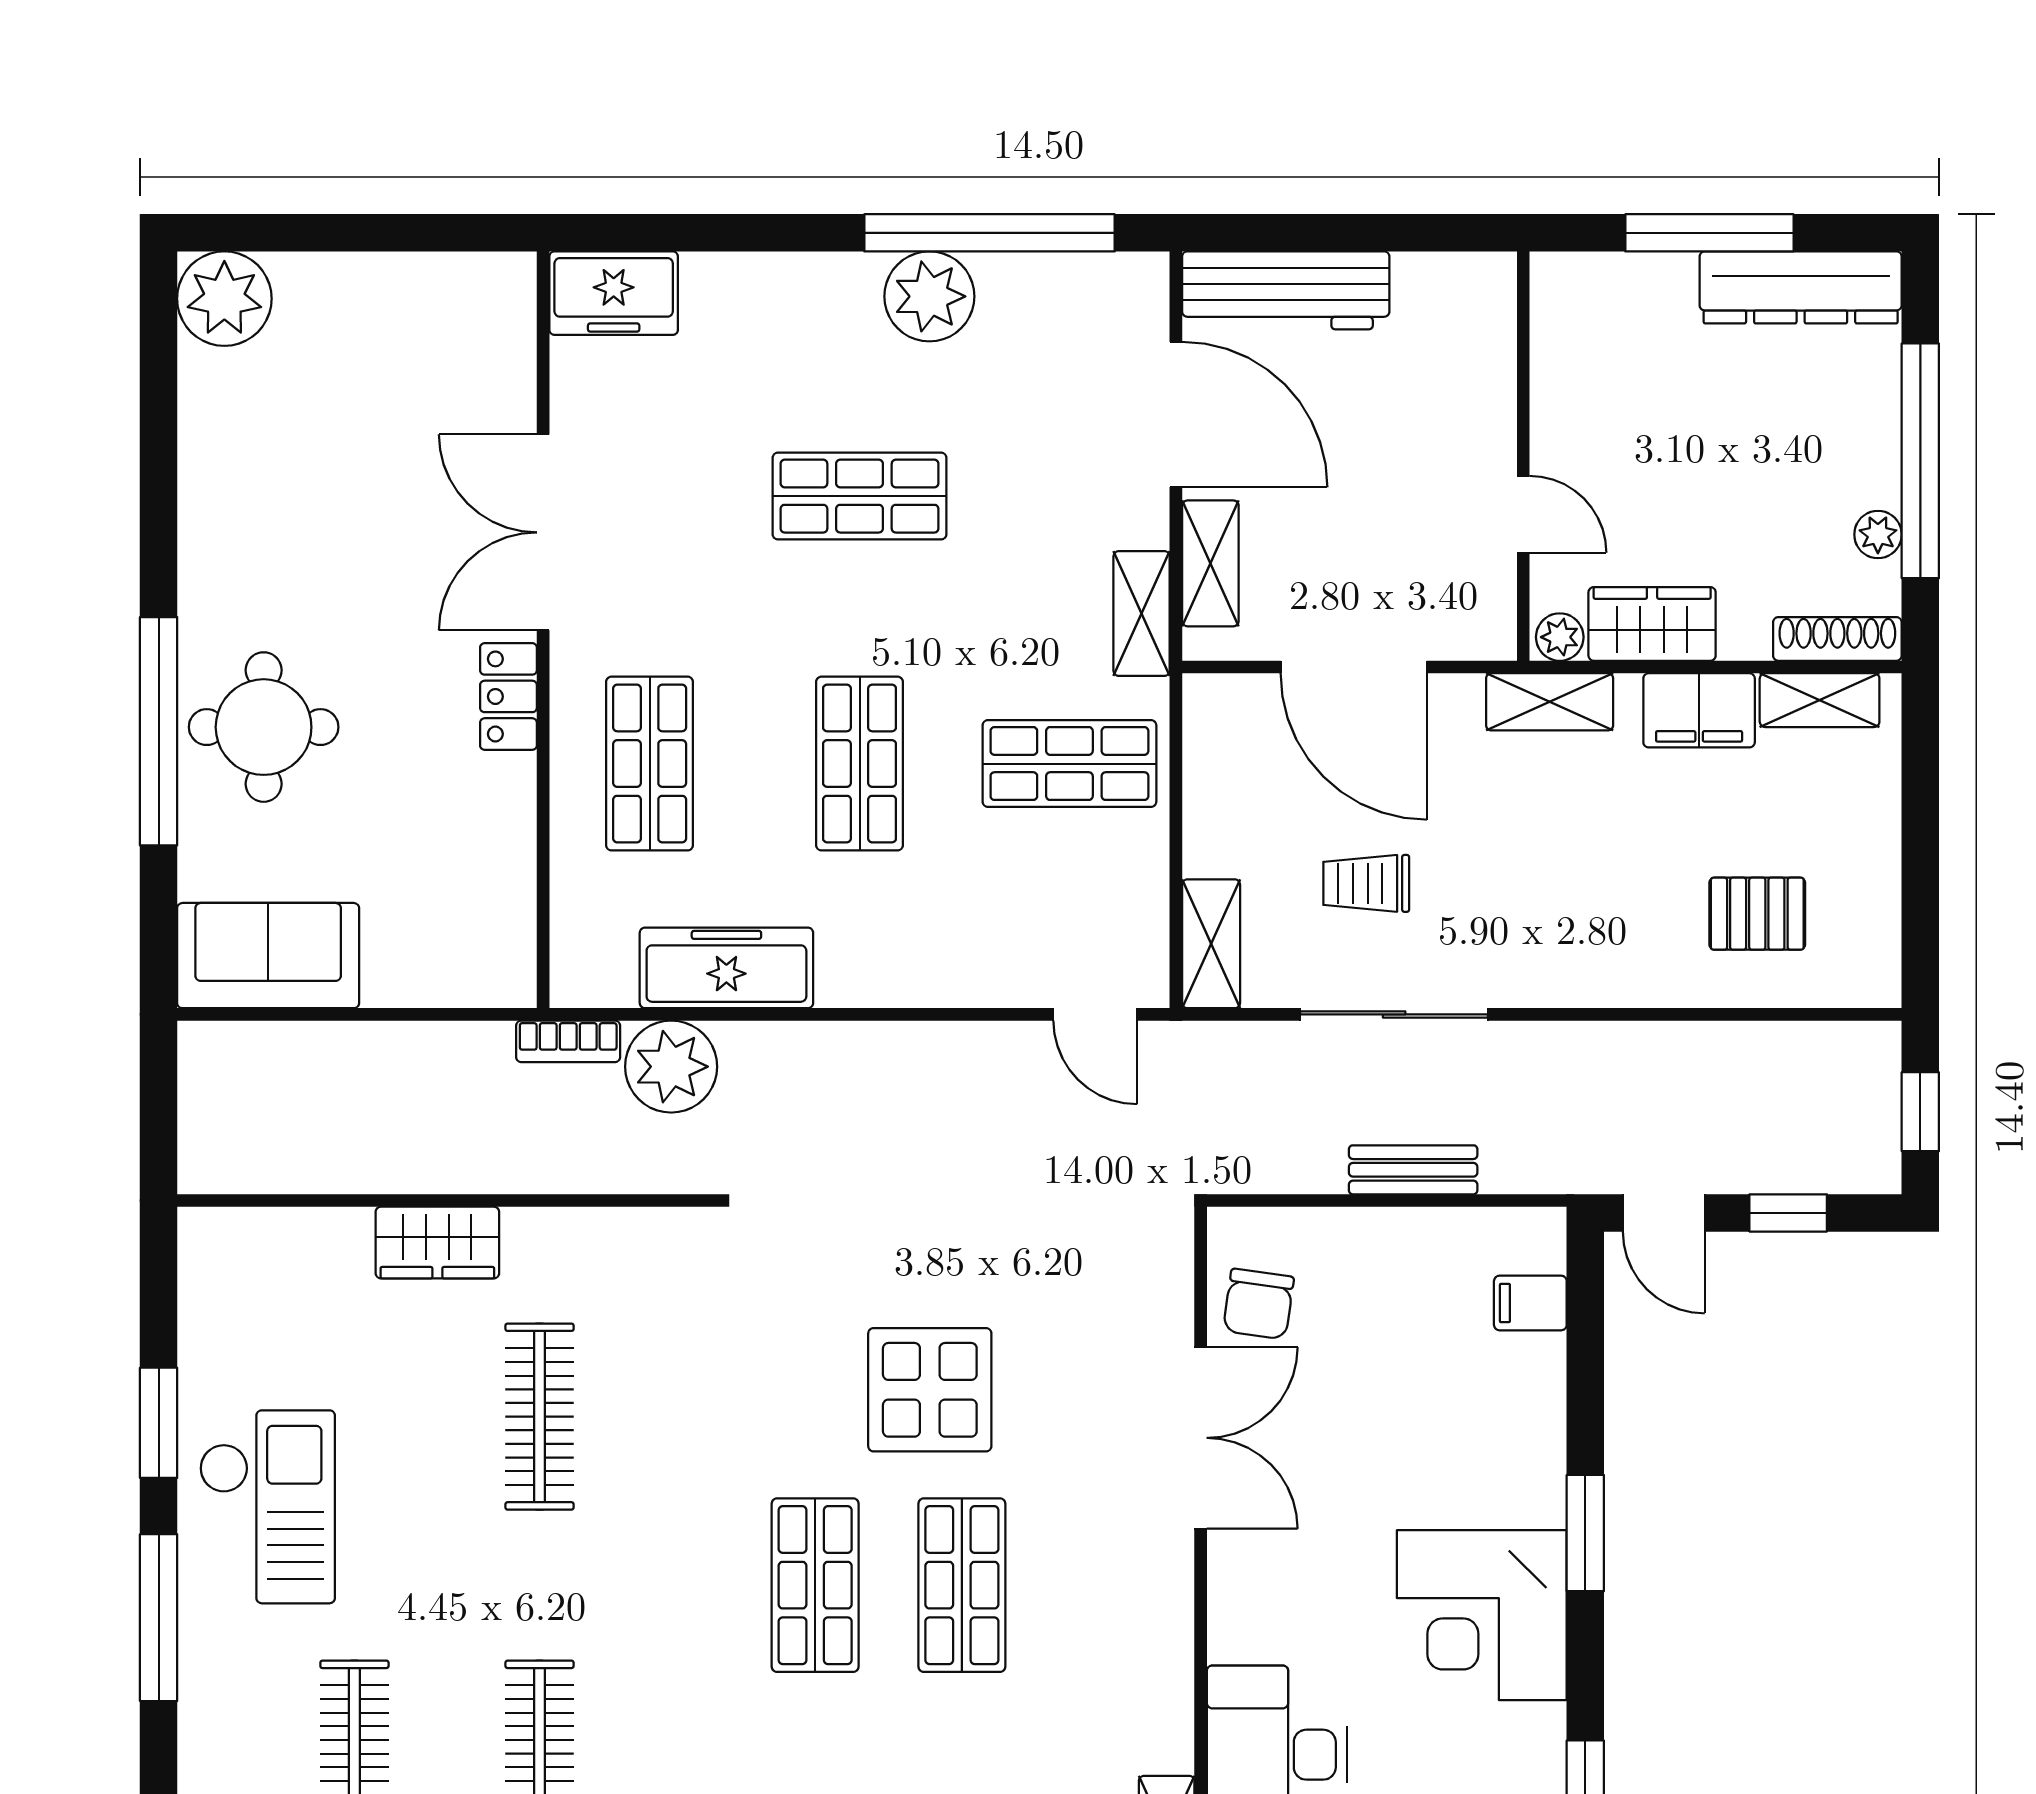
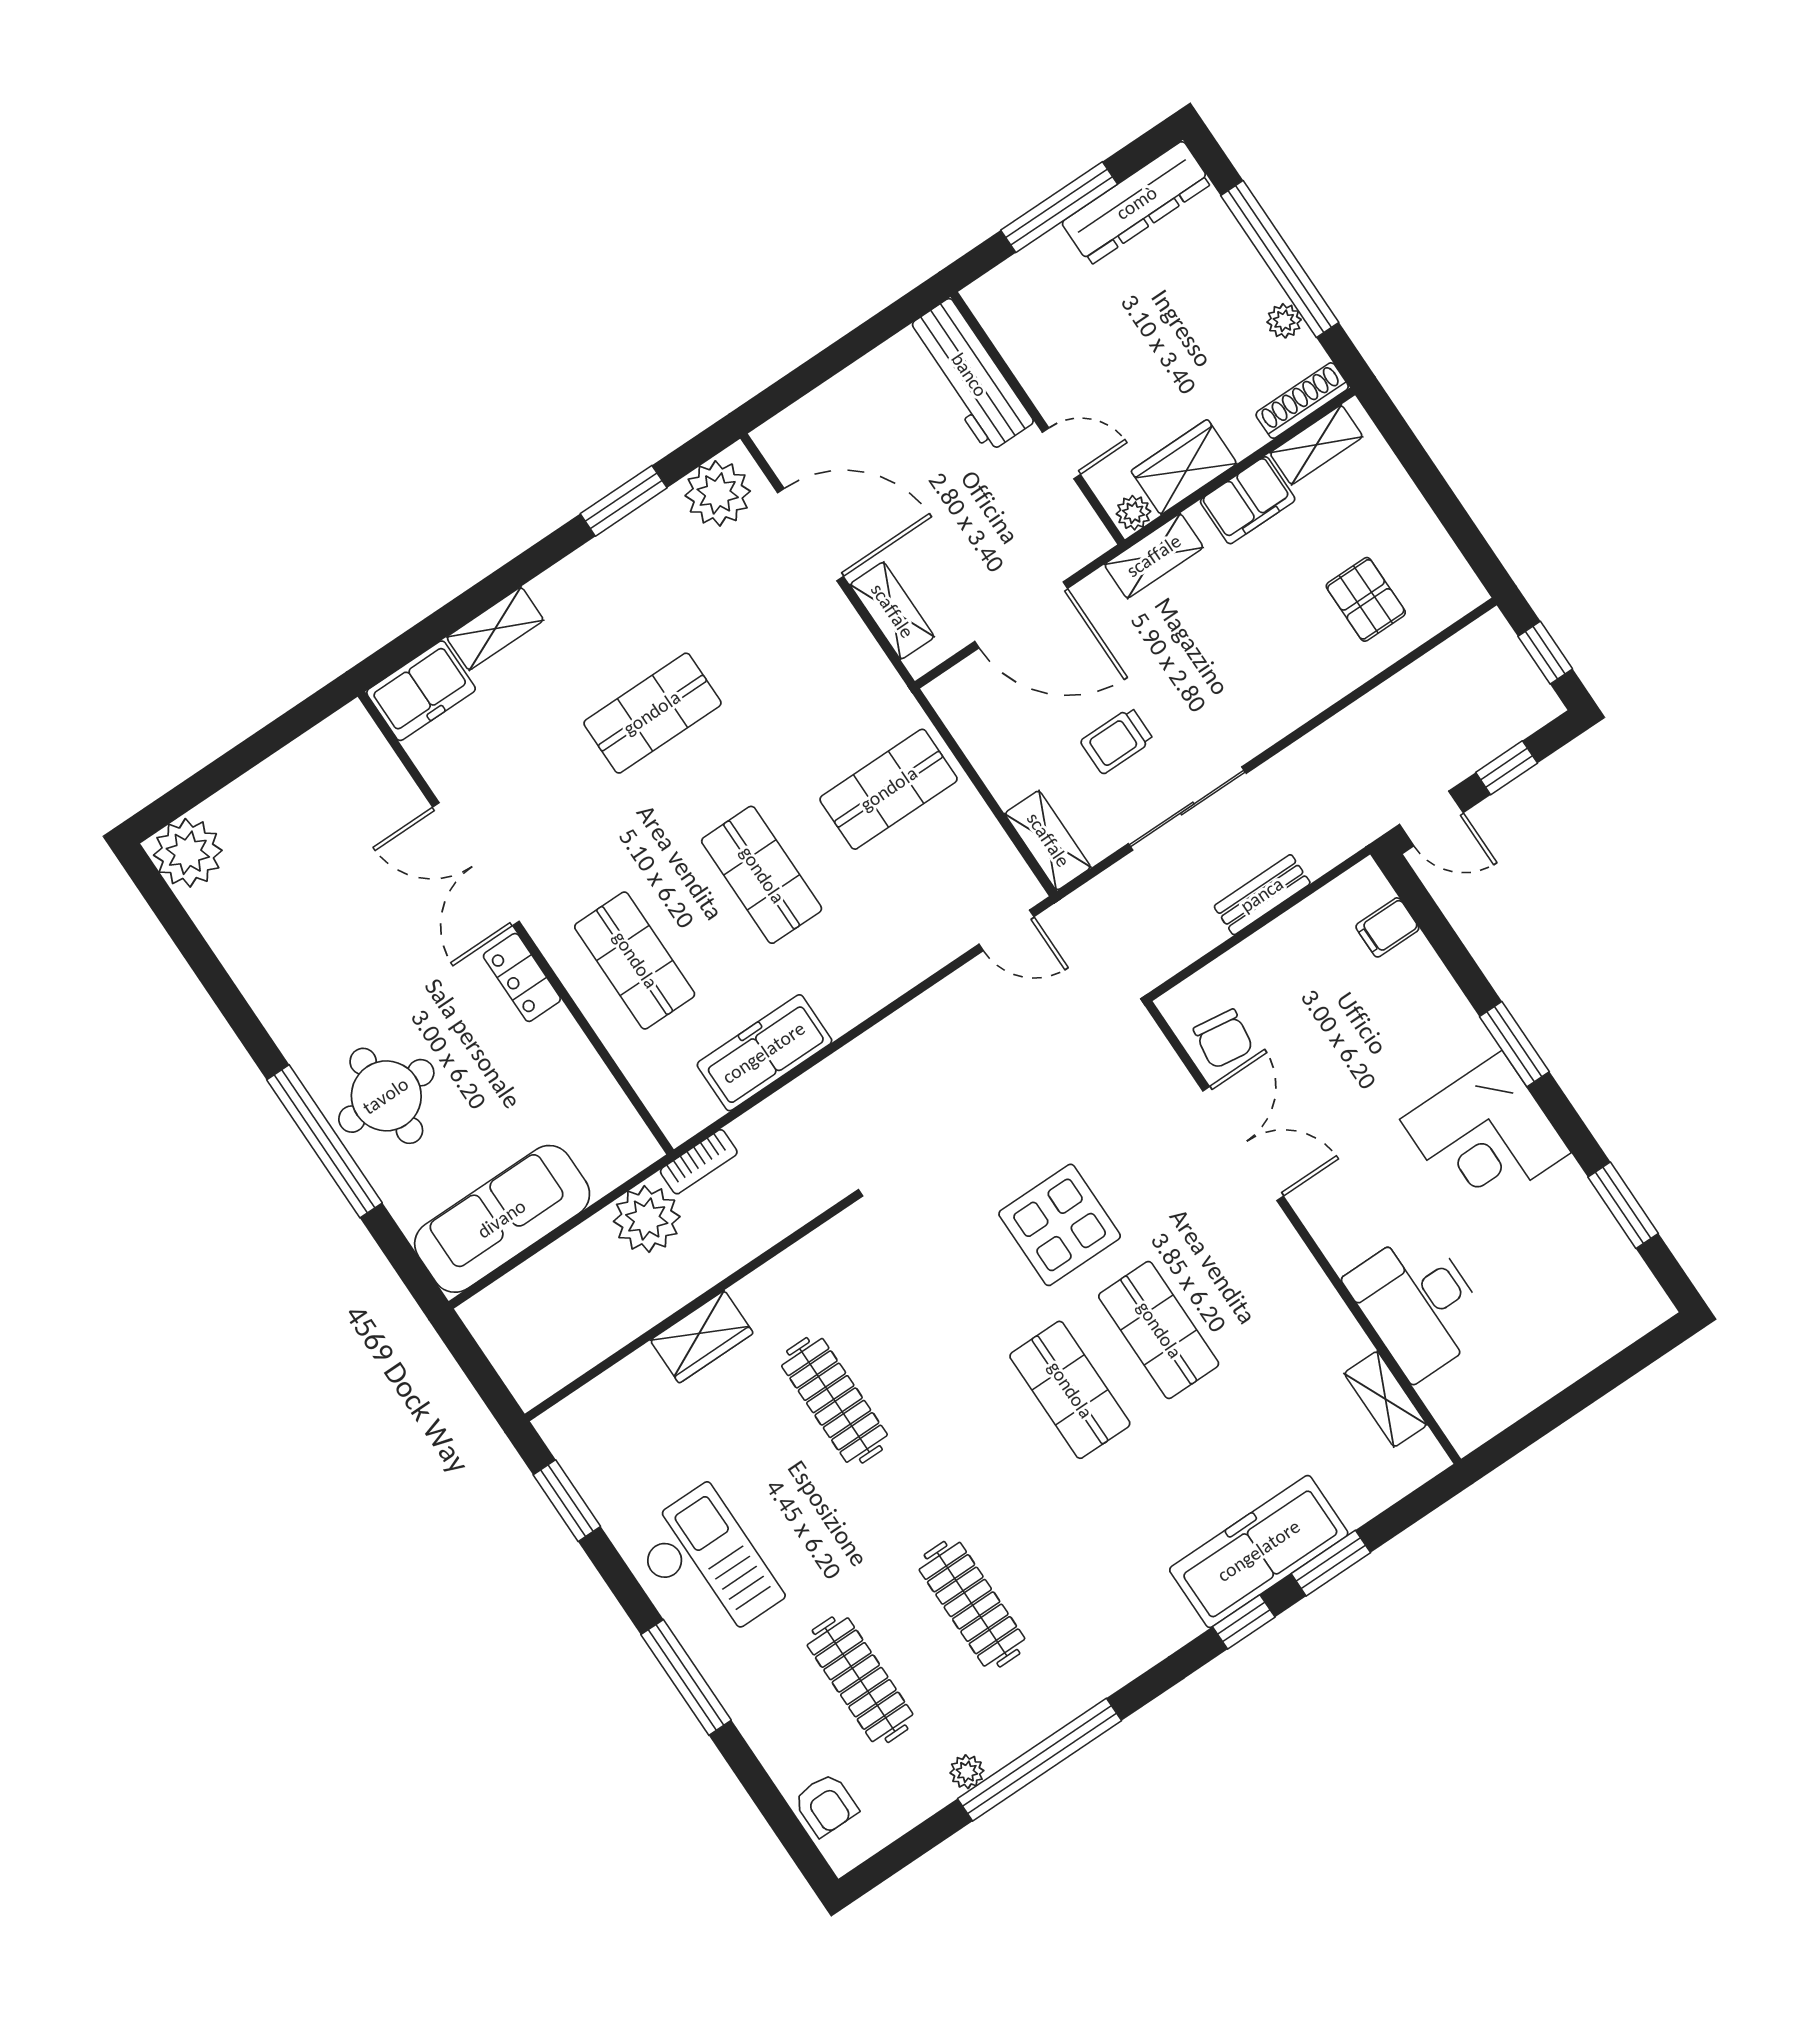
window: (990, 233) -> (624, 501), width x0.47
workbench: (1286, 290) -> (969, 375), moved, turned 90
plant: (929, 296) -> (718, 493), moved
shelving: (1142, 614) -> (495, 629), moved, turned 90
pallet: (1757, 914) -> (1366, 599), turned 90
sofa: (268, 956) -> (502, 1219), width x1.36
plant: (671, 1067) -> (647, 1219), moved
window: (159, 1423) -> (567, 1501), moved

